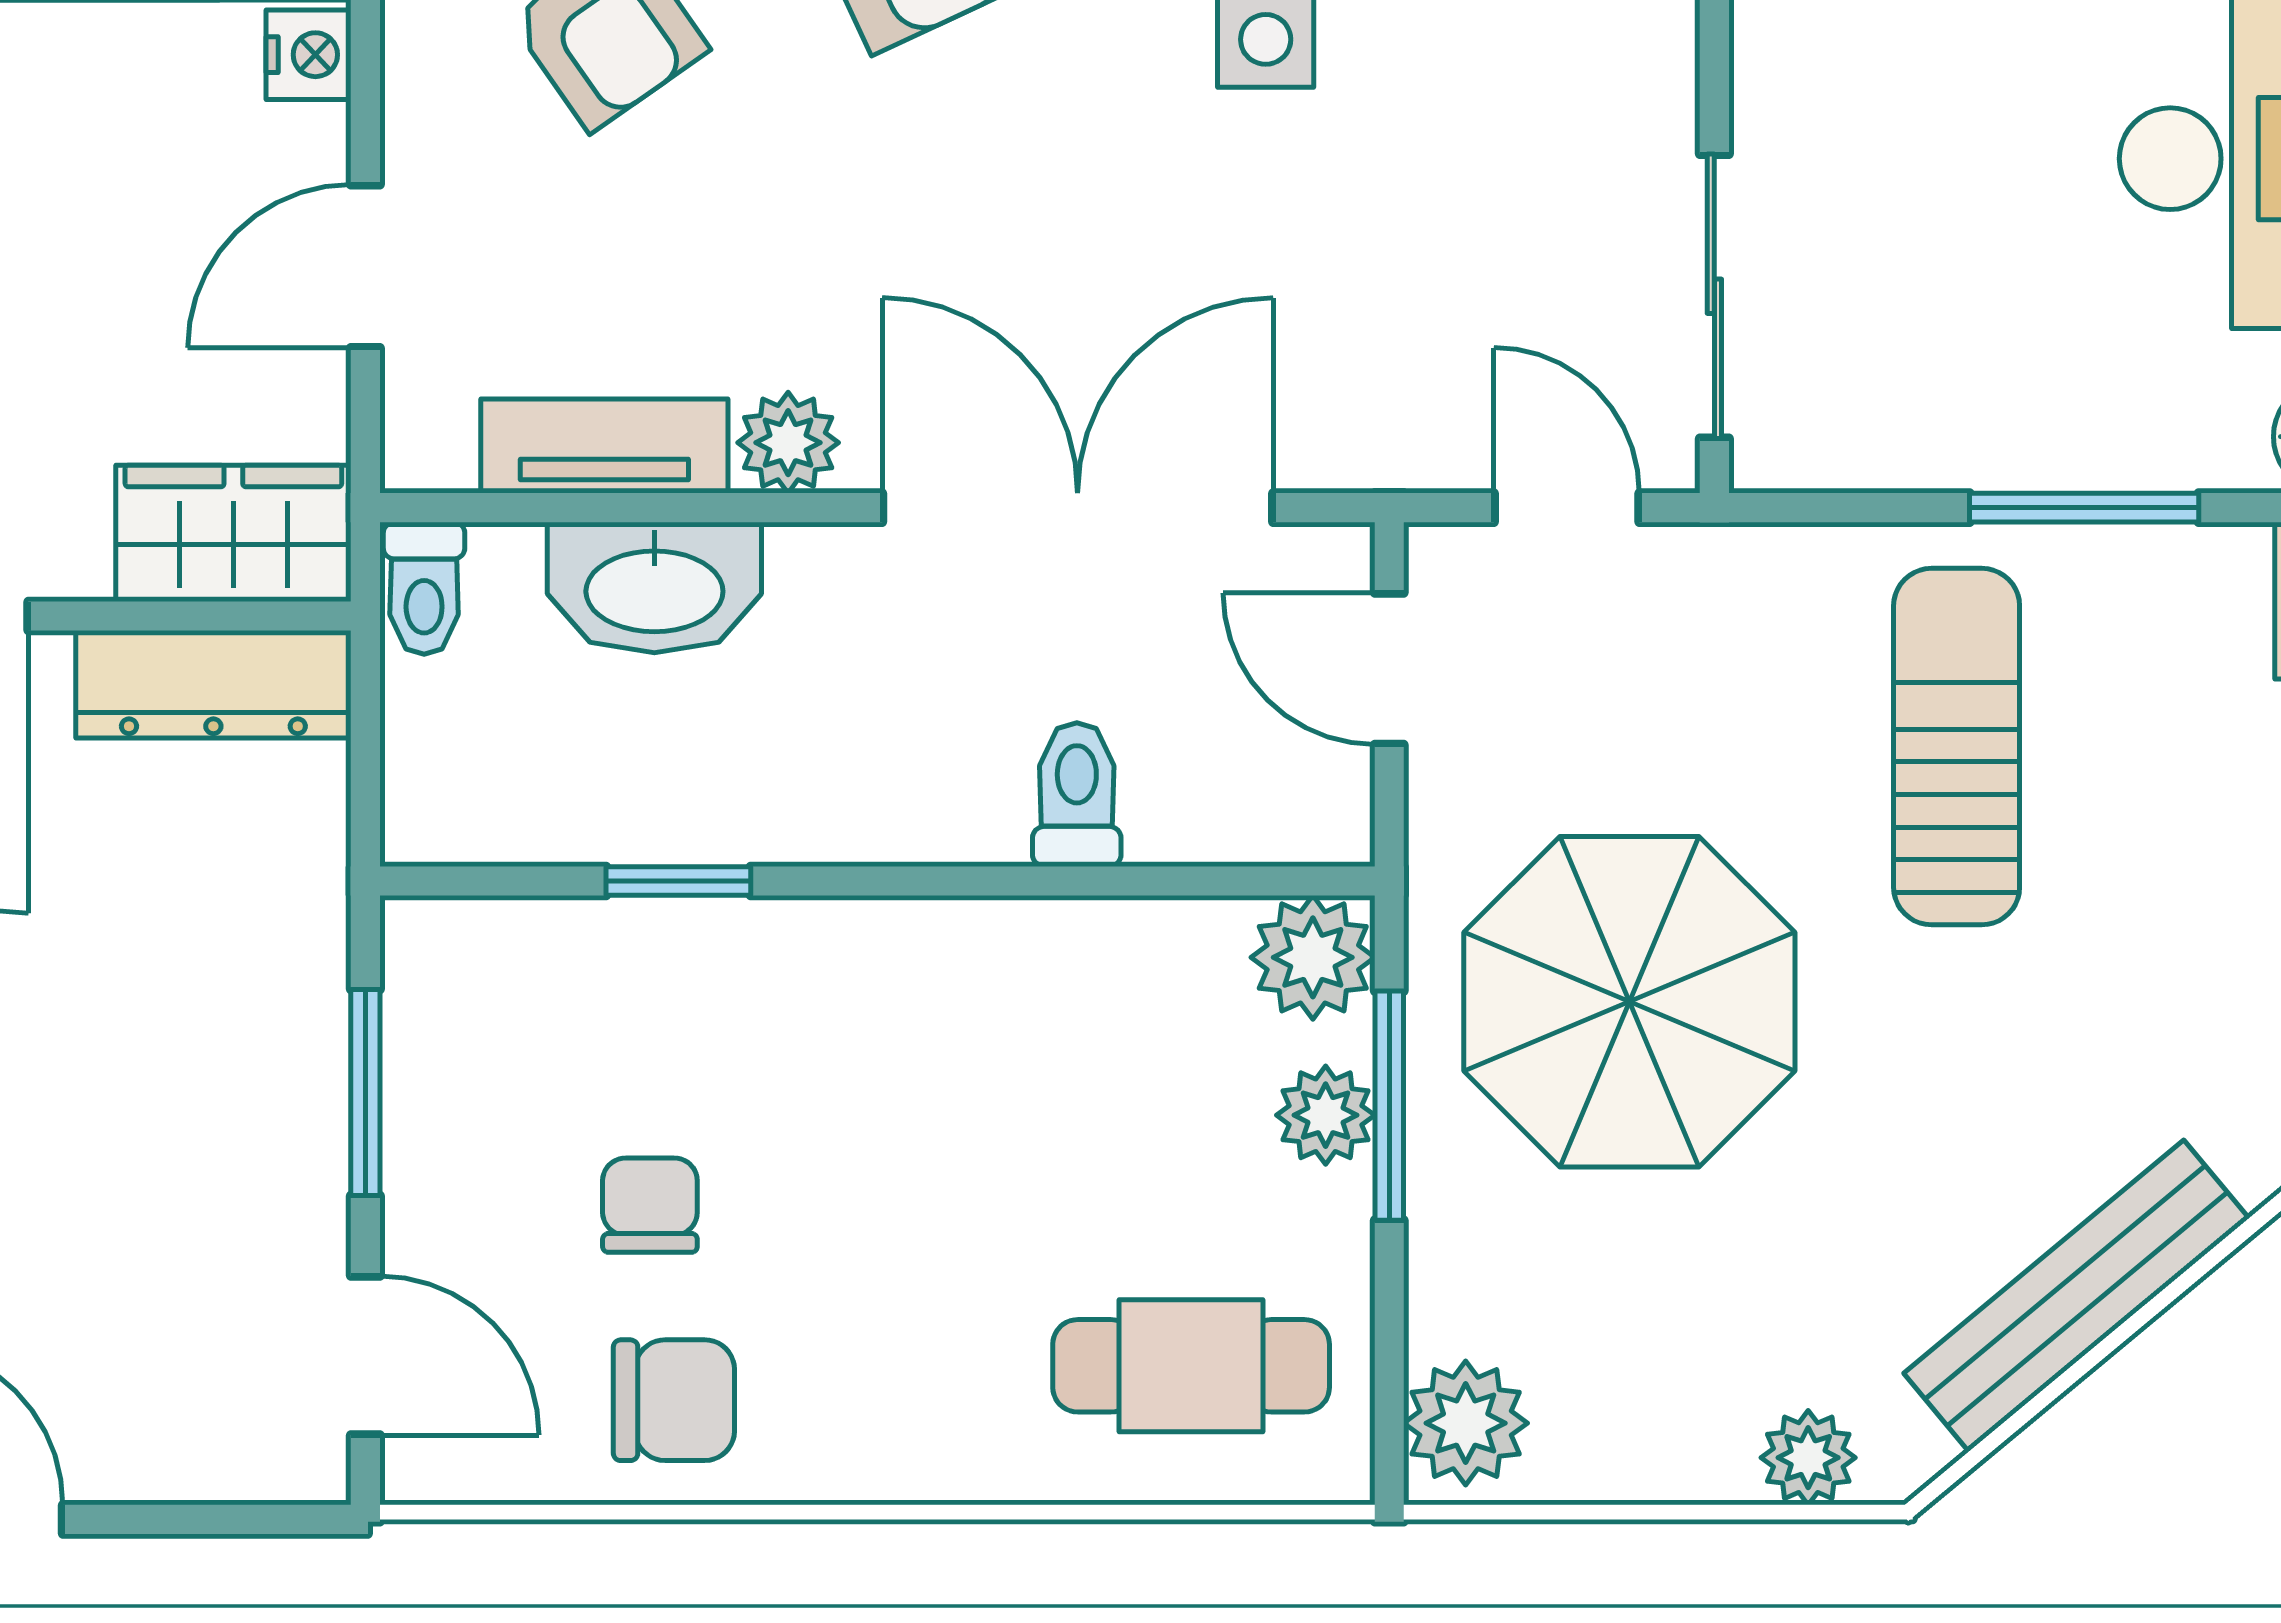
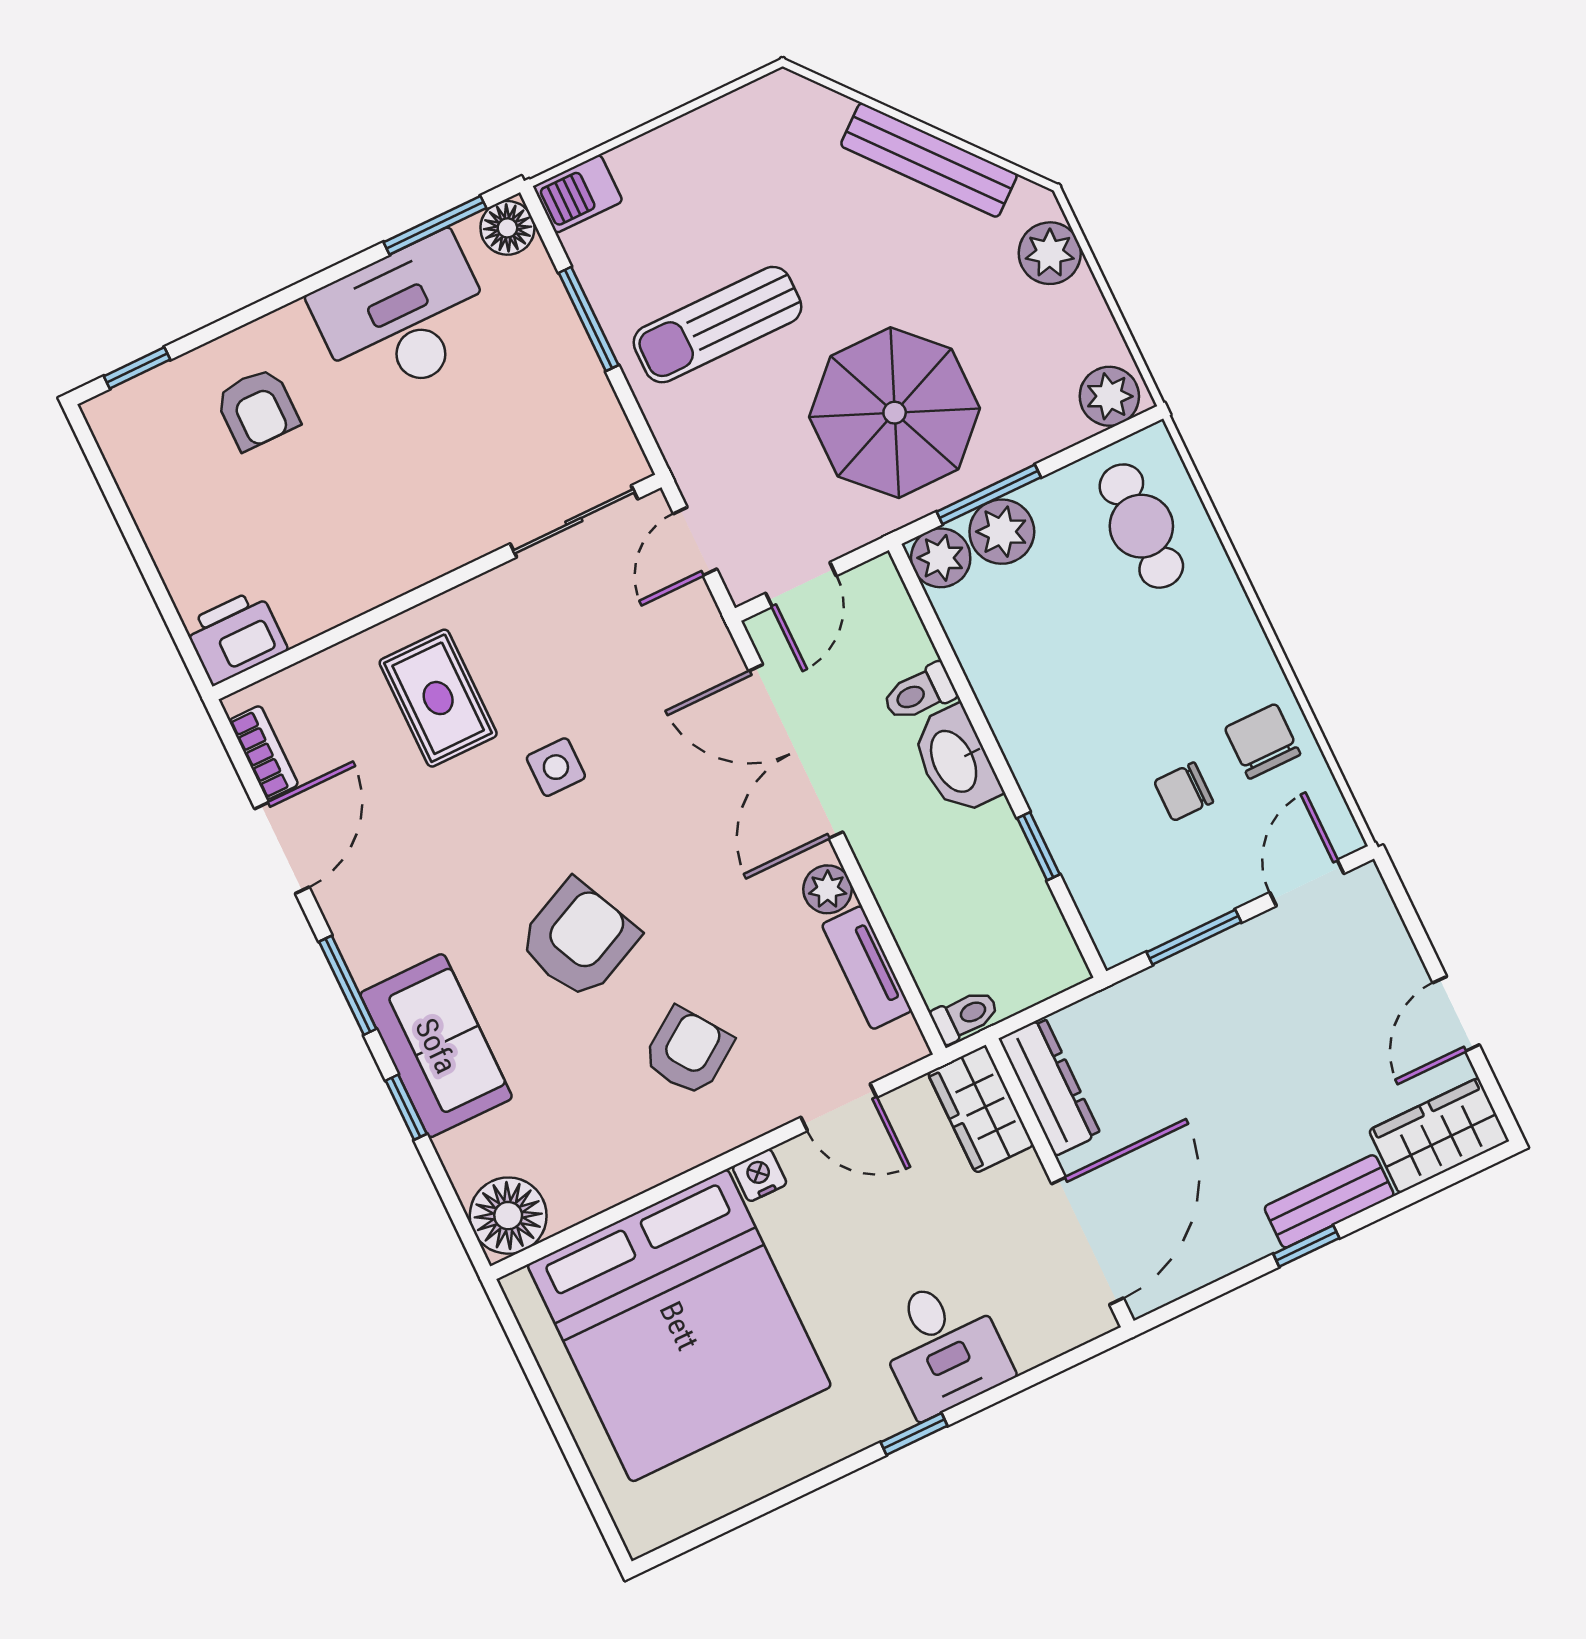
washbasin: (654, 587) -> (955, 761), moved, turned 180
plant: (1326, 1115) -> (1002, 532), width x1.38, depth x1.38
plant: (1808, 1458) -> (1050, 253), width x1.38, depth x1.38

